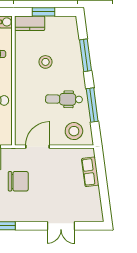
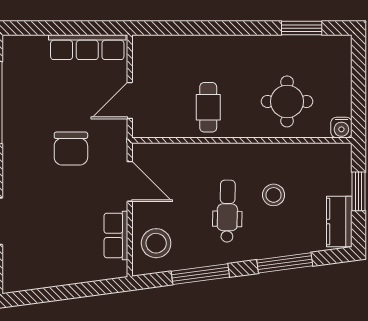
kitchen counter: (30, 23) -> (339, 222), moved
dental chair: (64, 99) -> (227, 211), moved
row of seats: (90, 172) -> (116, 235), moved, turned -82

